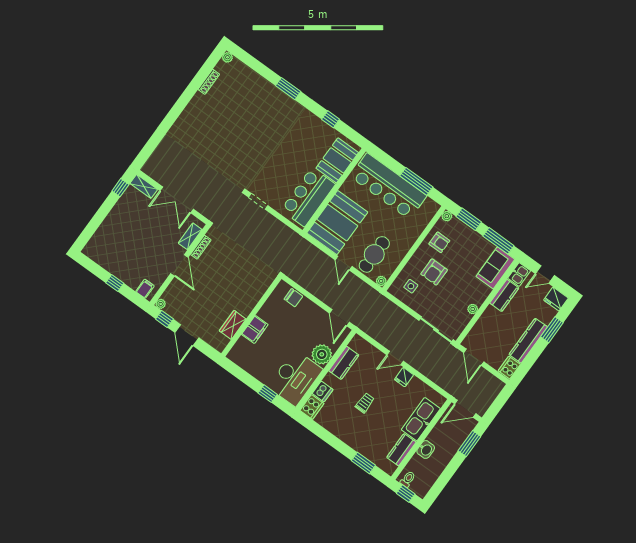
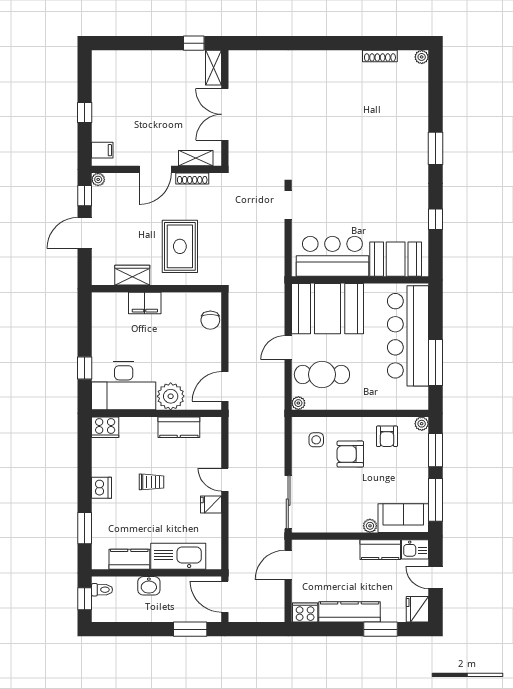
rug: (236, 284) -> (180, 246), added
plant: (473, 309) -> (370, 526), moved
dishwasher: (323, 392) -> (101, 488), moved, turned -90

